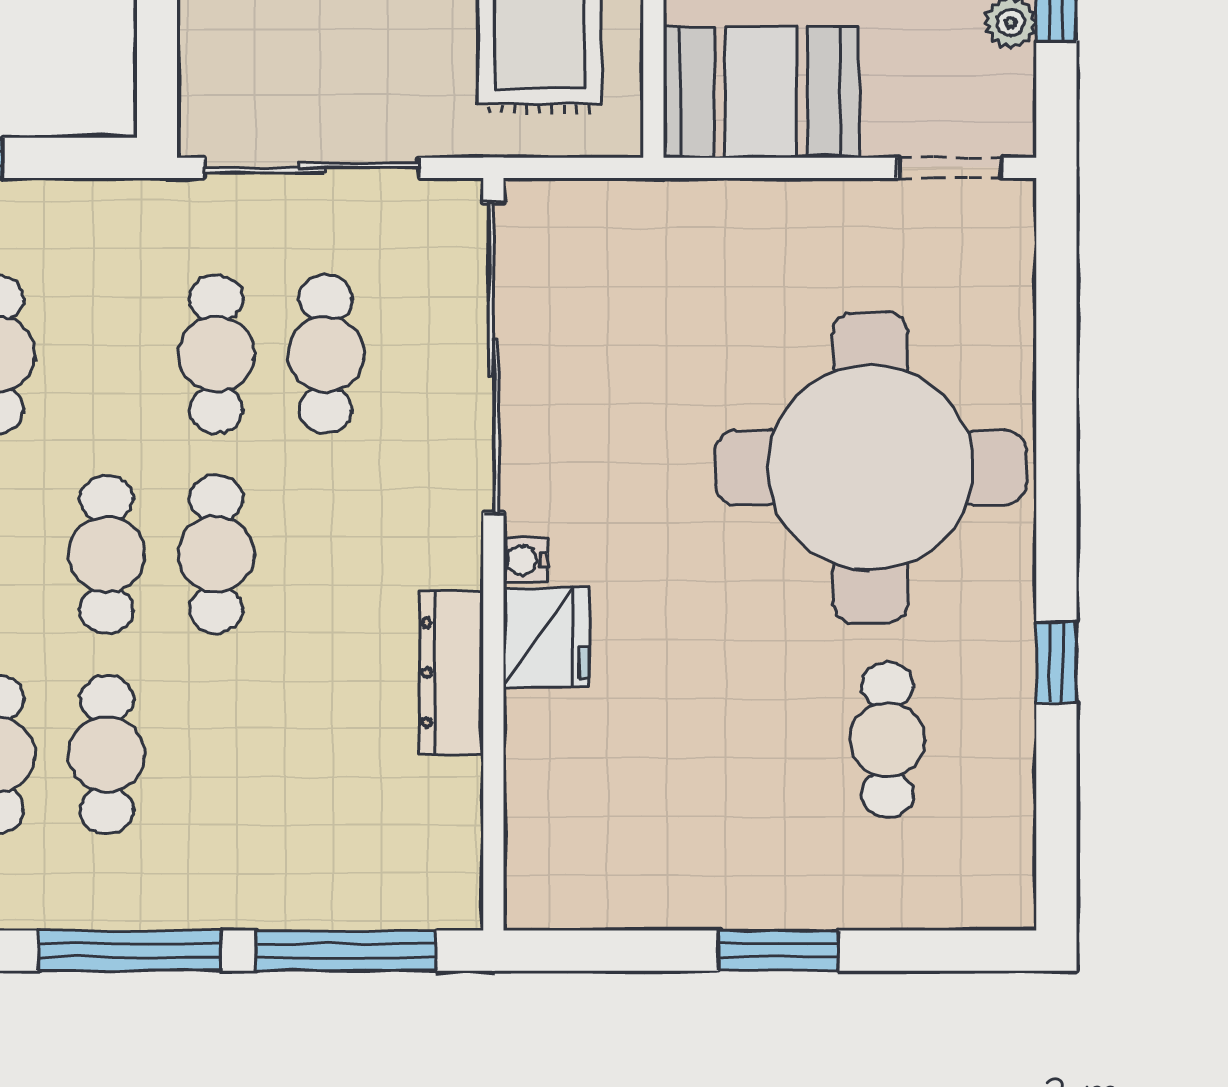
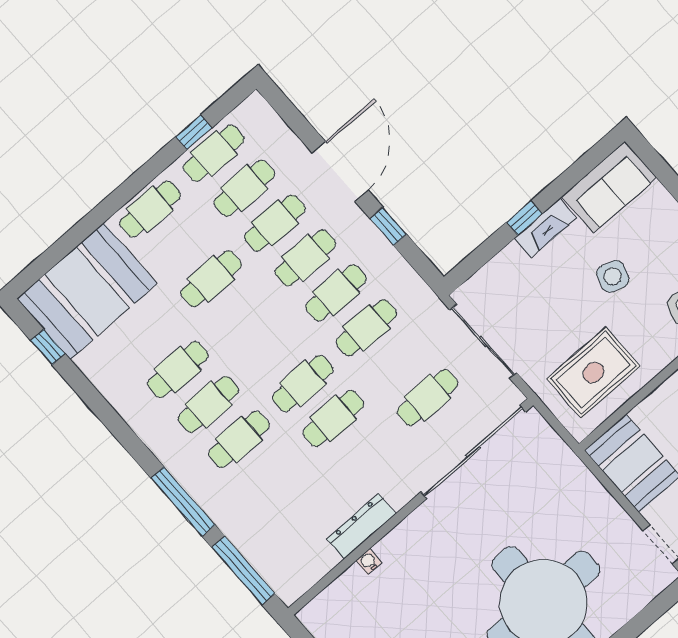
cafe table: (216, 354) -> (367, 328), moved
water cooler: (526, 560) -> (369, 562), moved
fridge: (546, 637) -> (399, 547), removed

